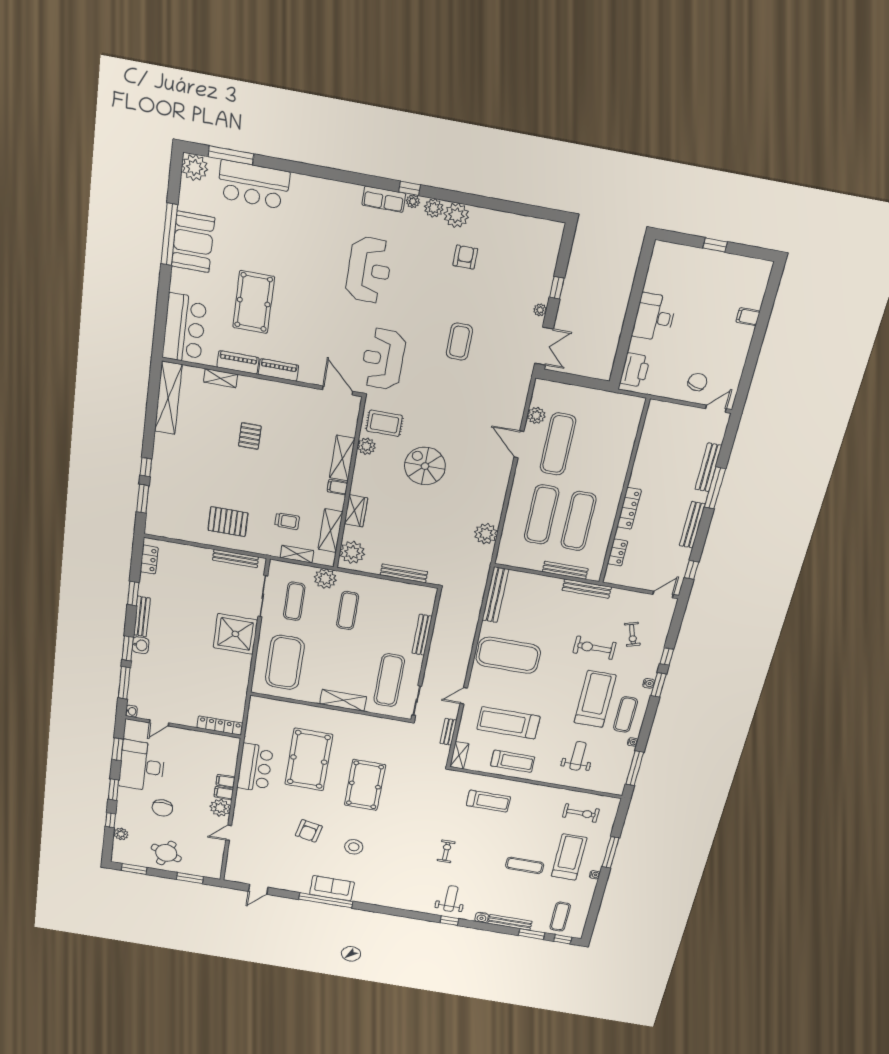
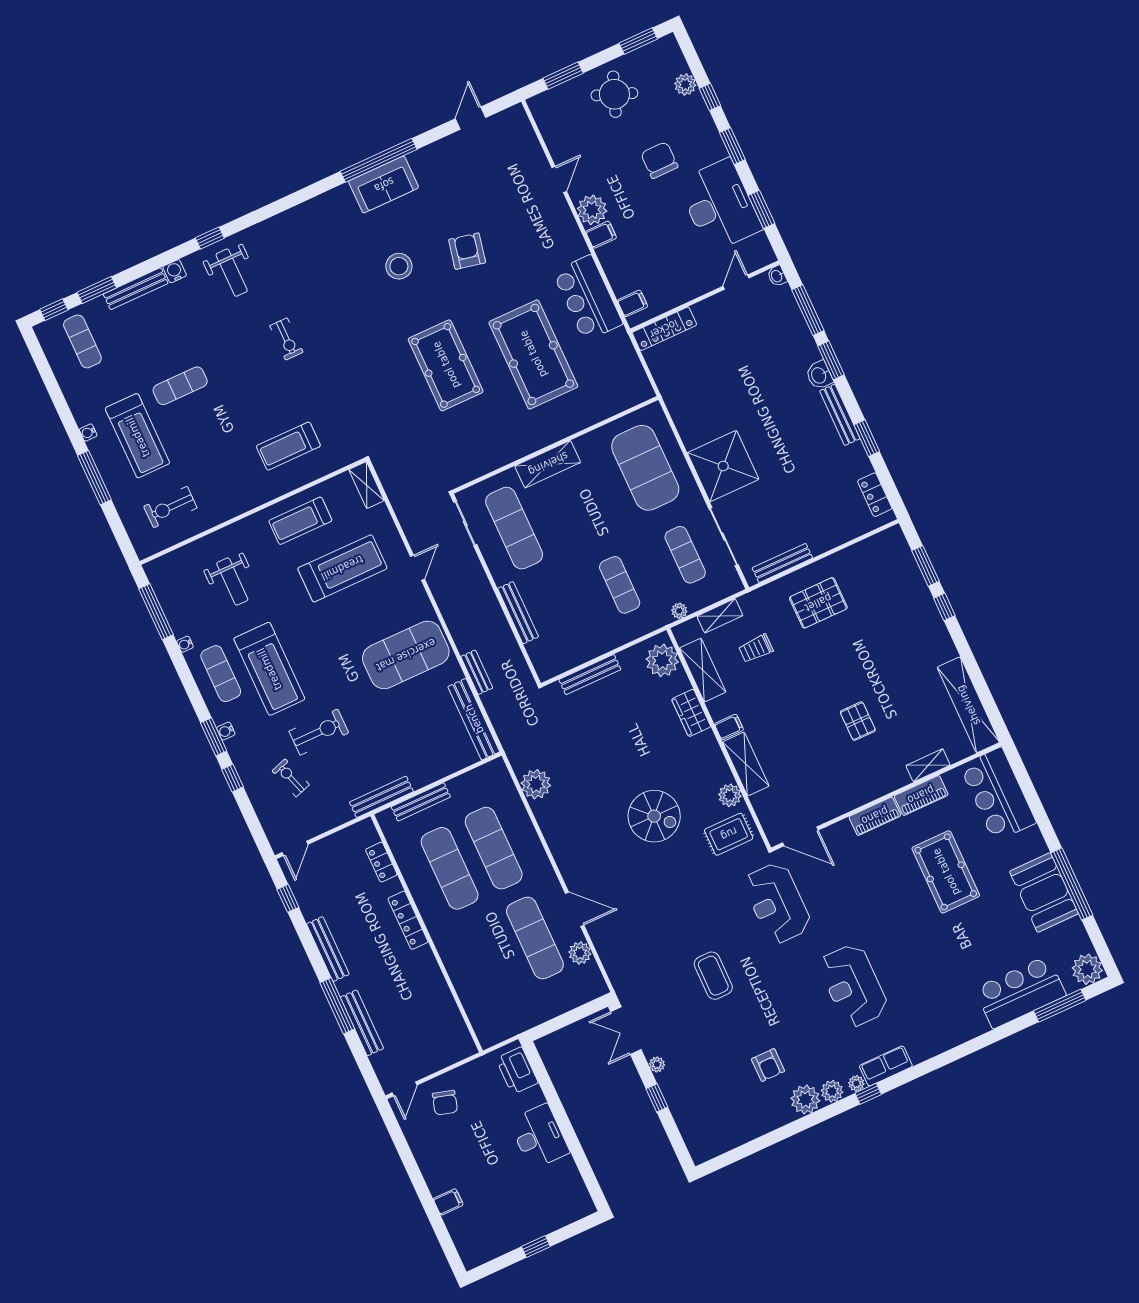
reception desk: (383, 359) -> (777, 903), turned 180
plant: (325, 579) -> (679, 611), width x0.53, depth x0.53
bench: (448, 732) -> (477, 672), moved
filing cabinet: (226, 781) -> (633, 303), moved

